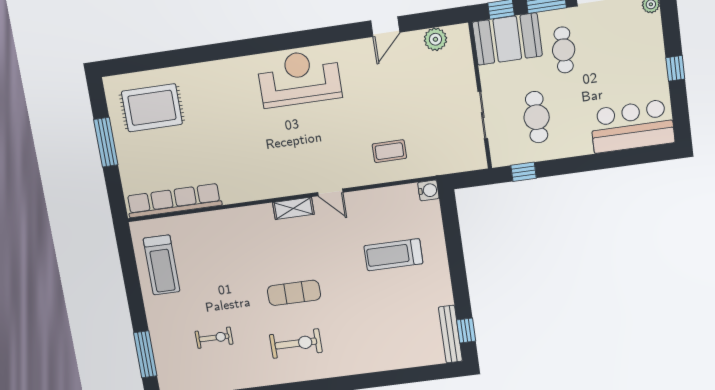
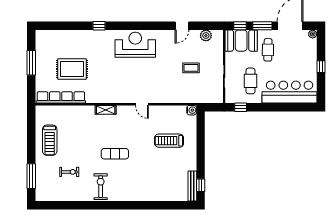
window: (223, 51) -> (99, 26), added
rug: (152, 108) -> (72, 69), moved
bar counter: (632, 126) -> (290, 92), width x1.36
coffee table: (389, 151) -> (191, 68), moved
shelving: (293, 208) -> (106, 110), moved
treadmill: (162, 265) -> (50, 140), moved
exercise bike: (296, 343) -> (101, 187), moved, turned -90

